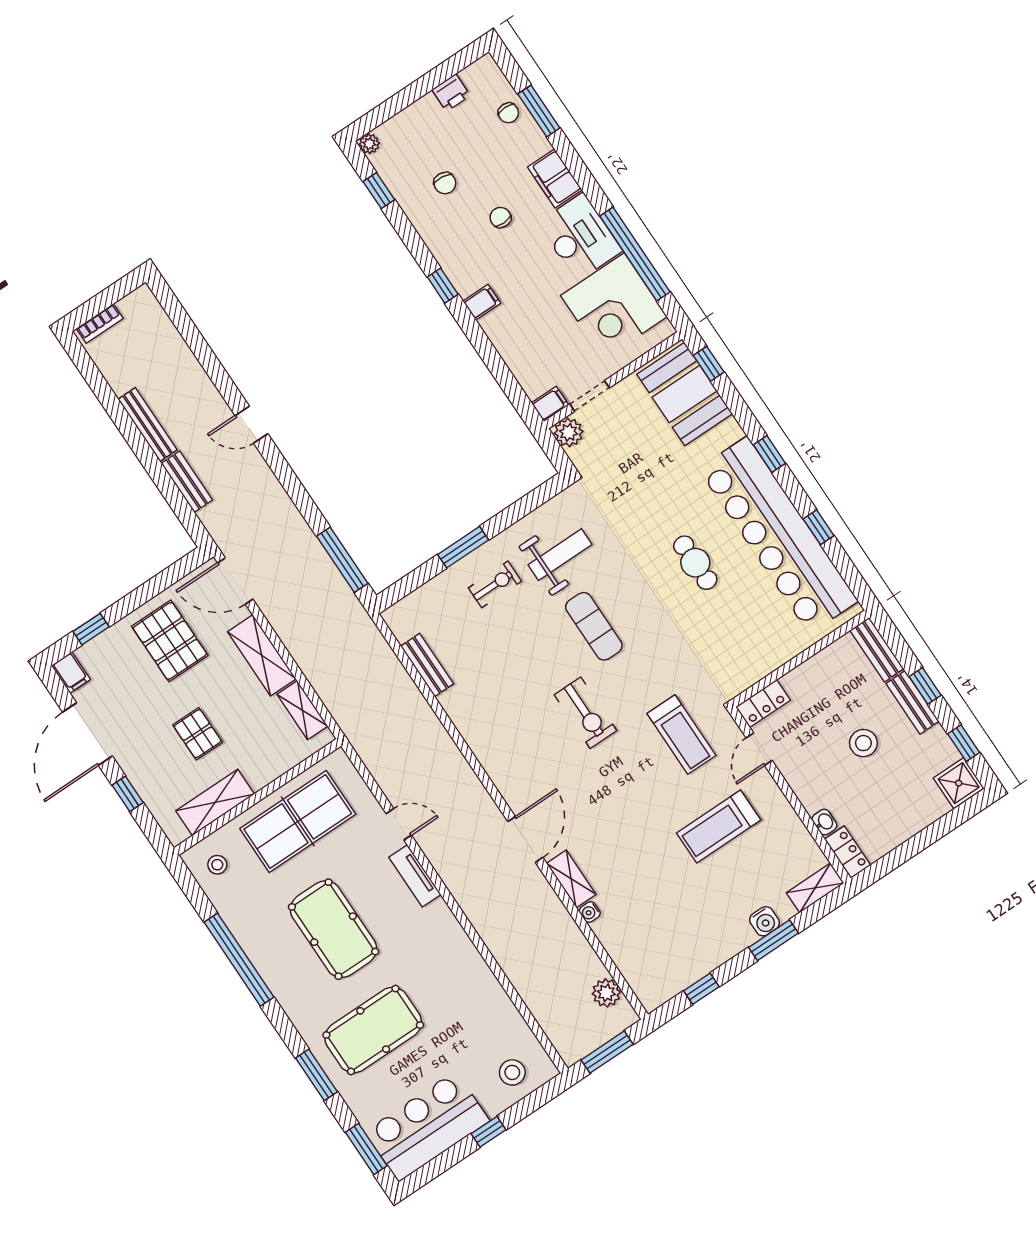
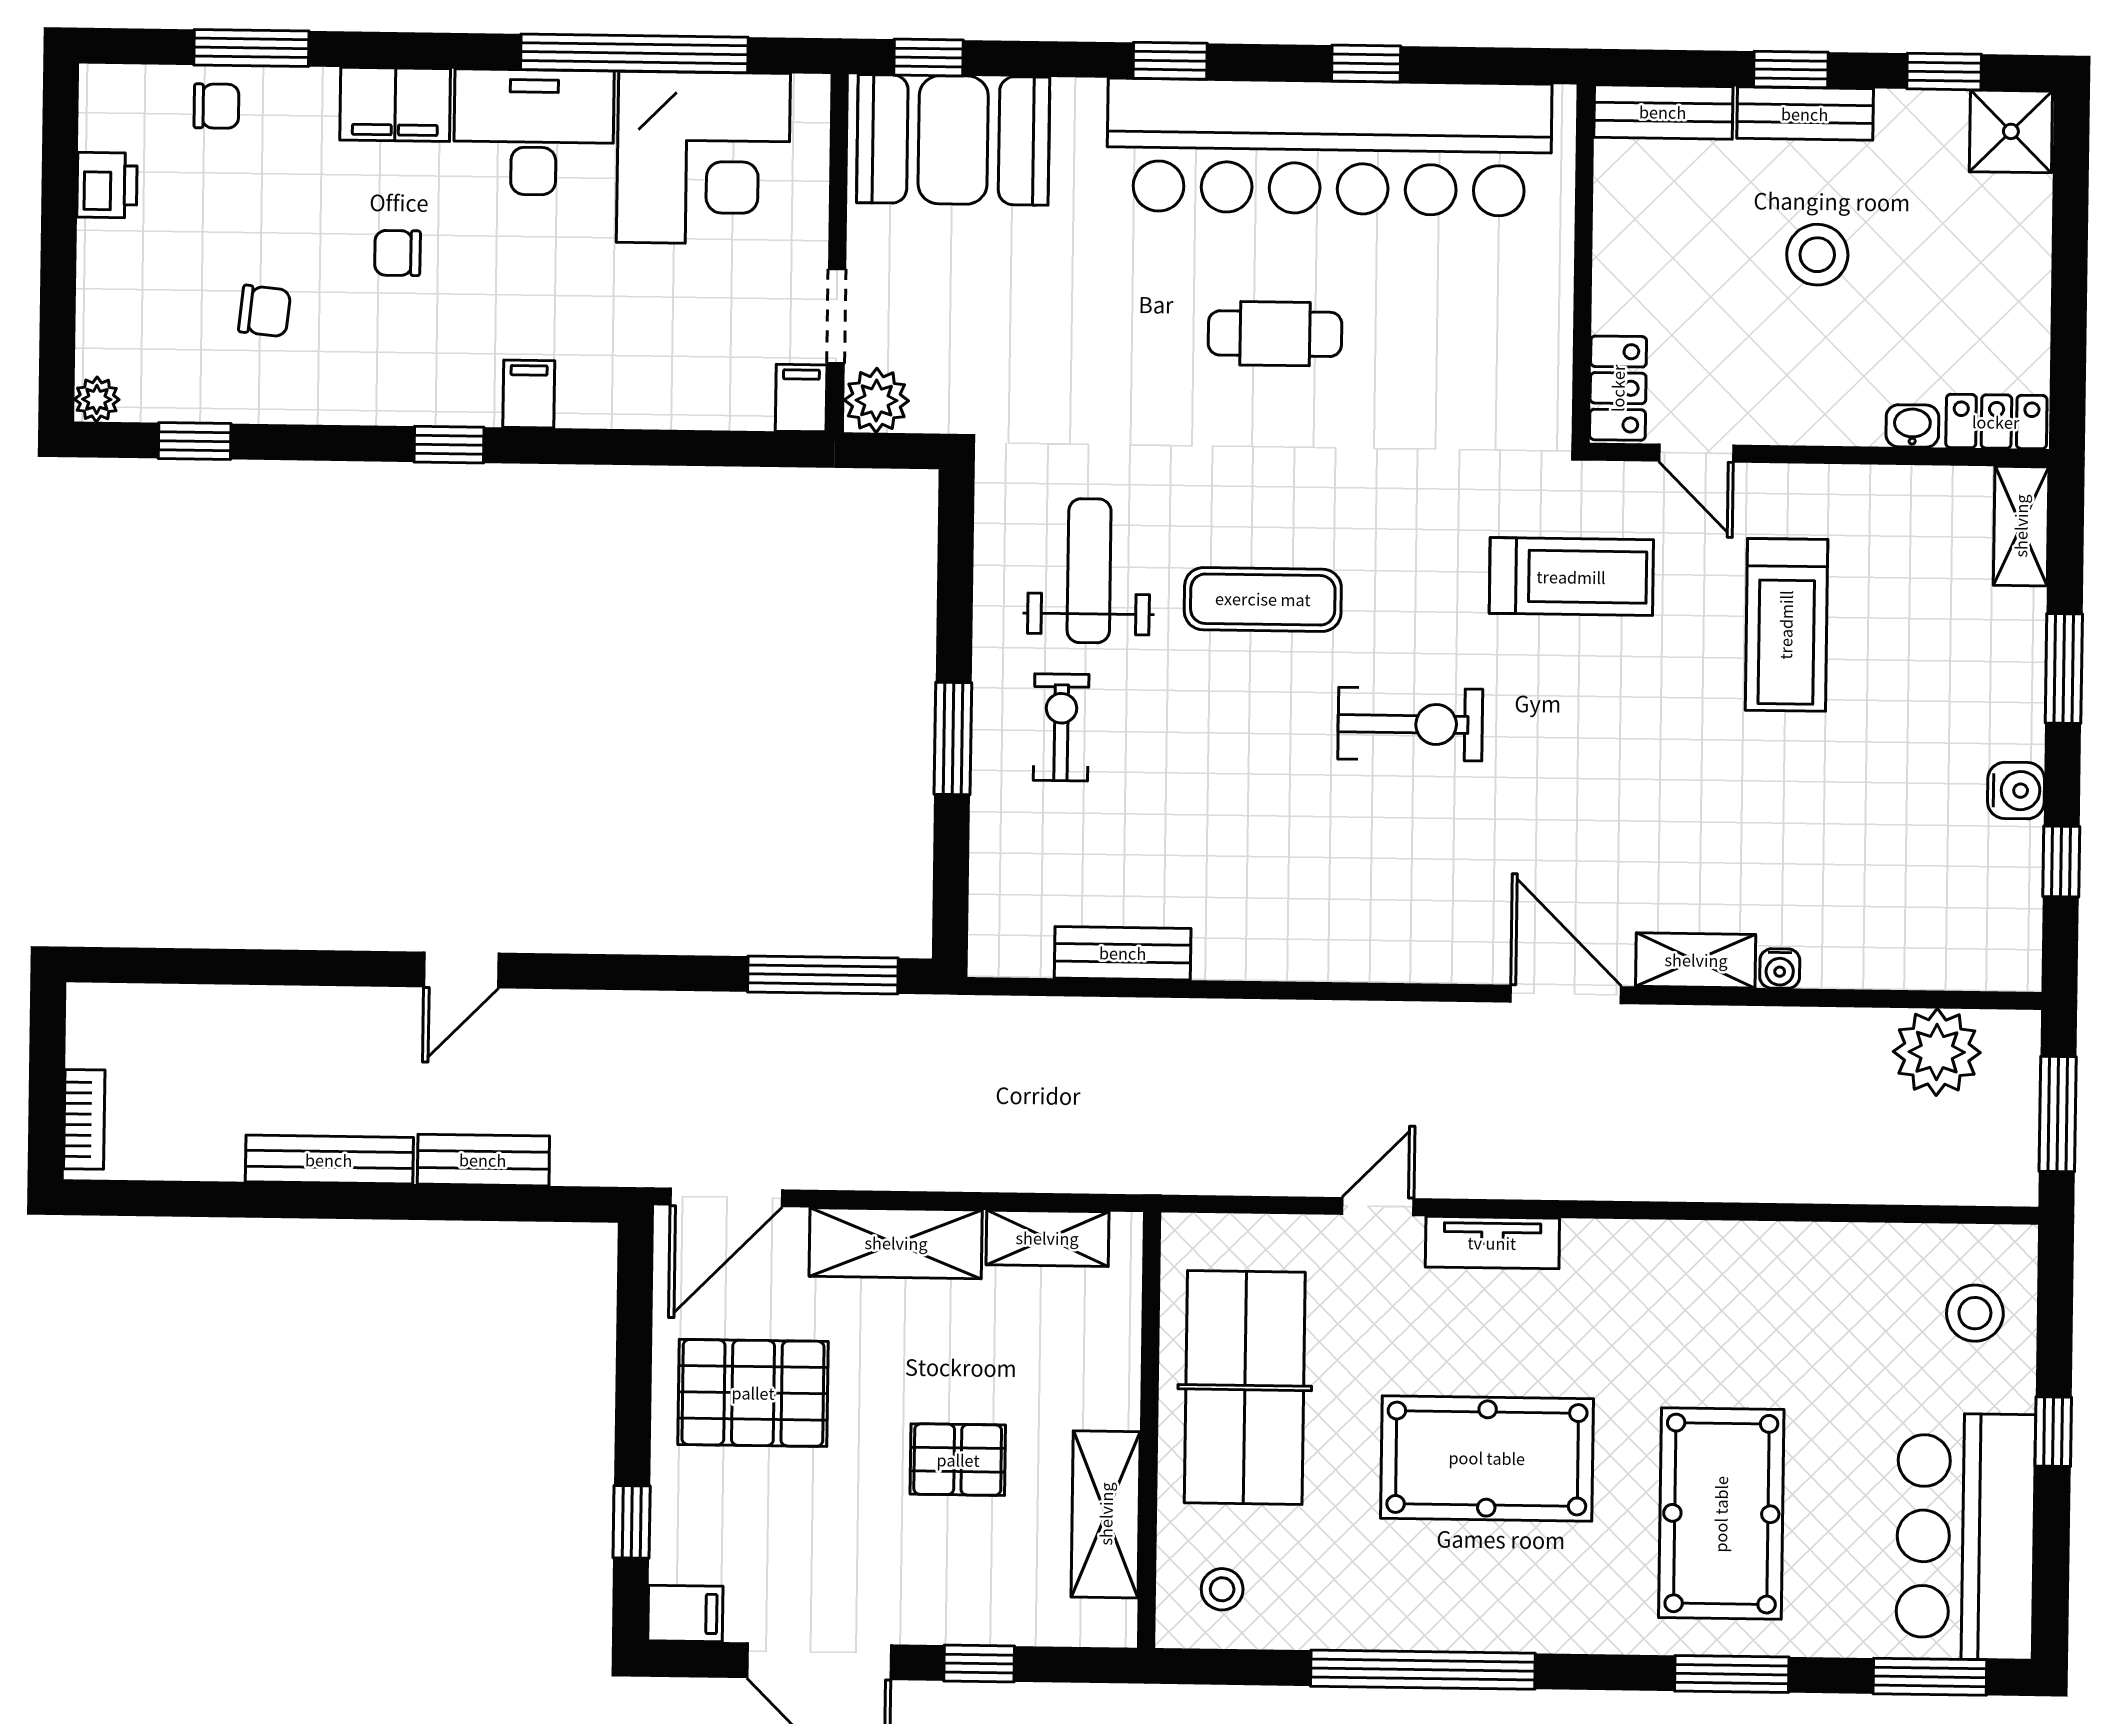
water cooler: (765, 921) -> (2016, 791), moved
plant: (606, 993) -> (1937, 1052), width x1.36, depth x1.36

